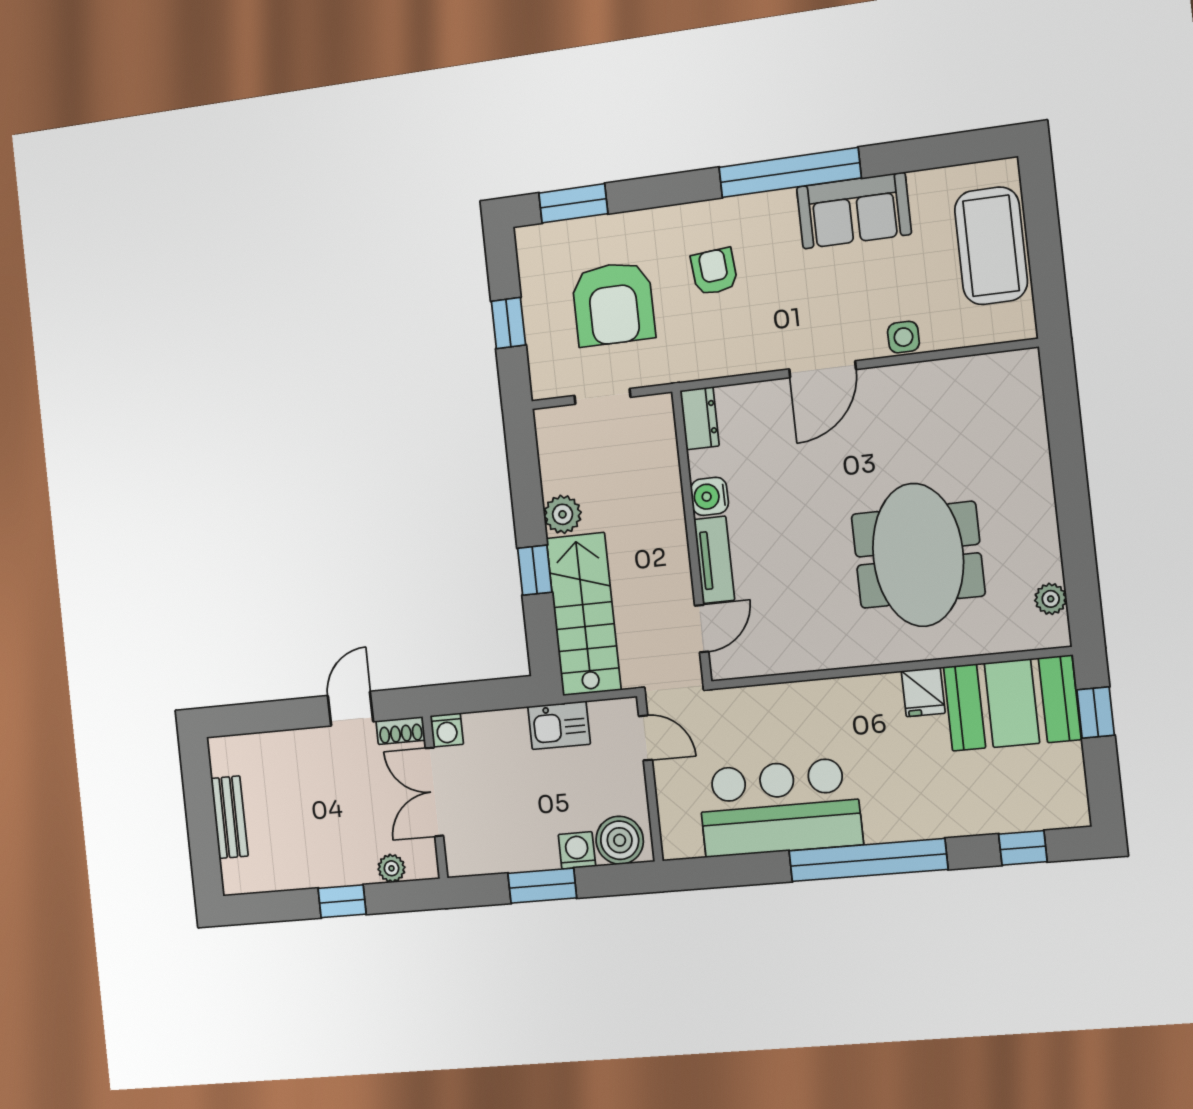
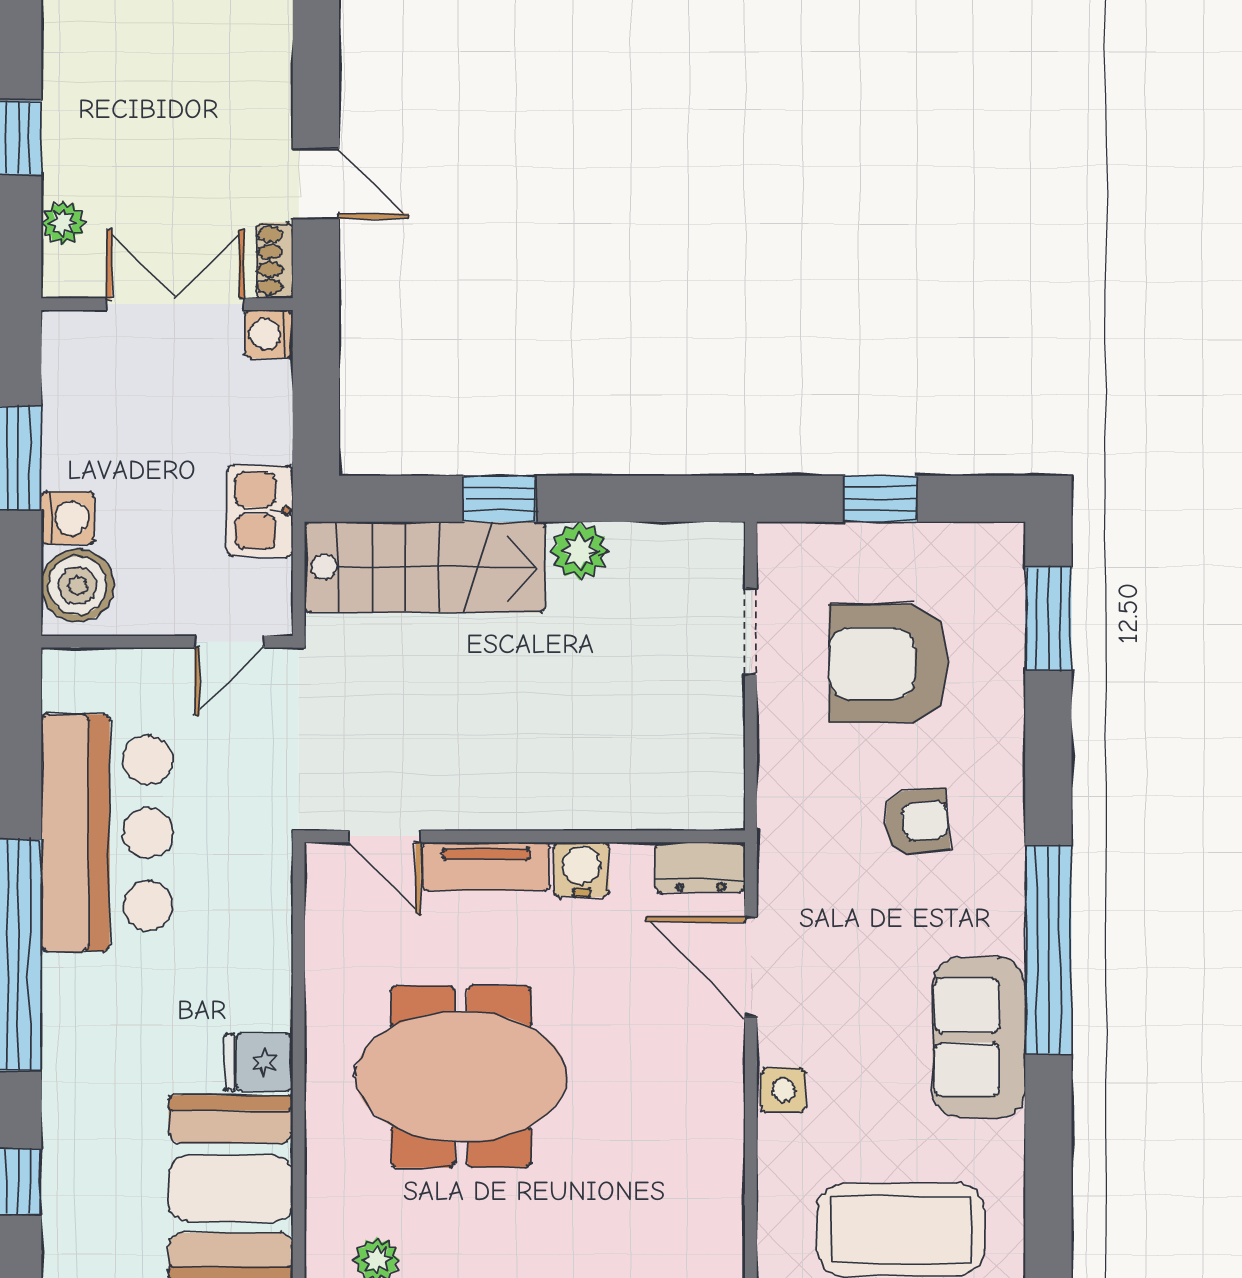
dresser: (700, 418) -> (700, 867), moved
water cooler: (709, 496) -> (582, 869), moved
wall: (692, 536) -> (525, 836), moved
tv unit: (714, 560) -> (486, 866), moved
door: (702, 629) -> (385, 836), moved

